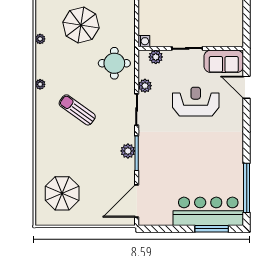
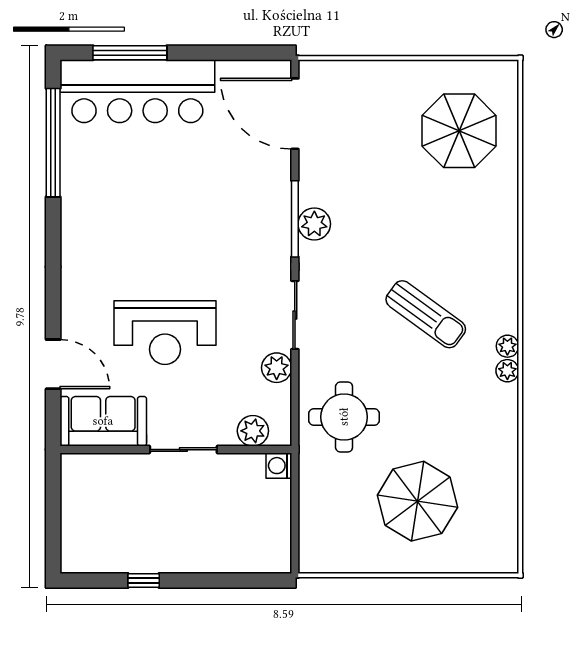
plant: (40, 39) -> (507, 346), moved
door: (137, 201) -> (295, 114), swing flipped

